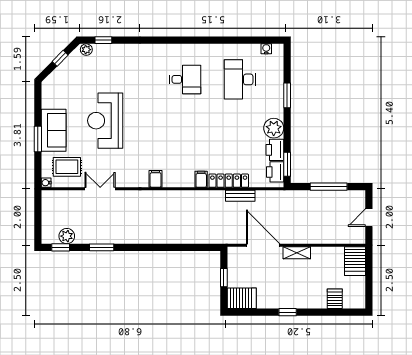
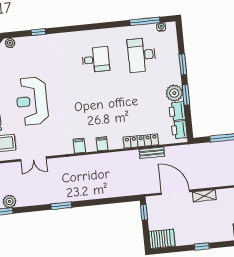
window: (103, 40) -> (38, 32), moved
window: (248, 40) -> (145, 21), added
window: (287, 164) -> (186, 95), moved
filing cabinet: (201, 179) -> (102, 144), moved
double door: (100, 189) -> (33, 159), swing flipped
window: (102, 247) -> (61, 206), moved
window: (224, 278) -> (144, 212), moved

